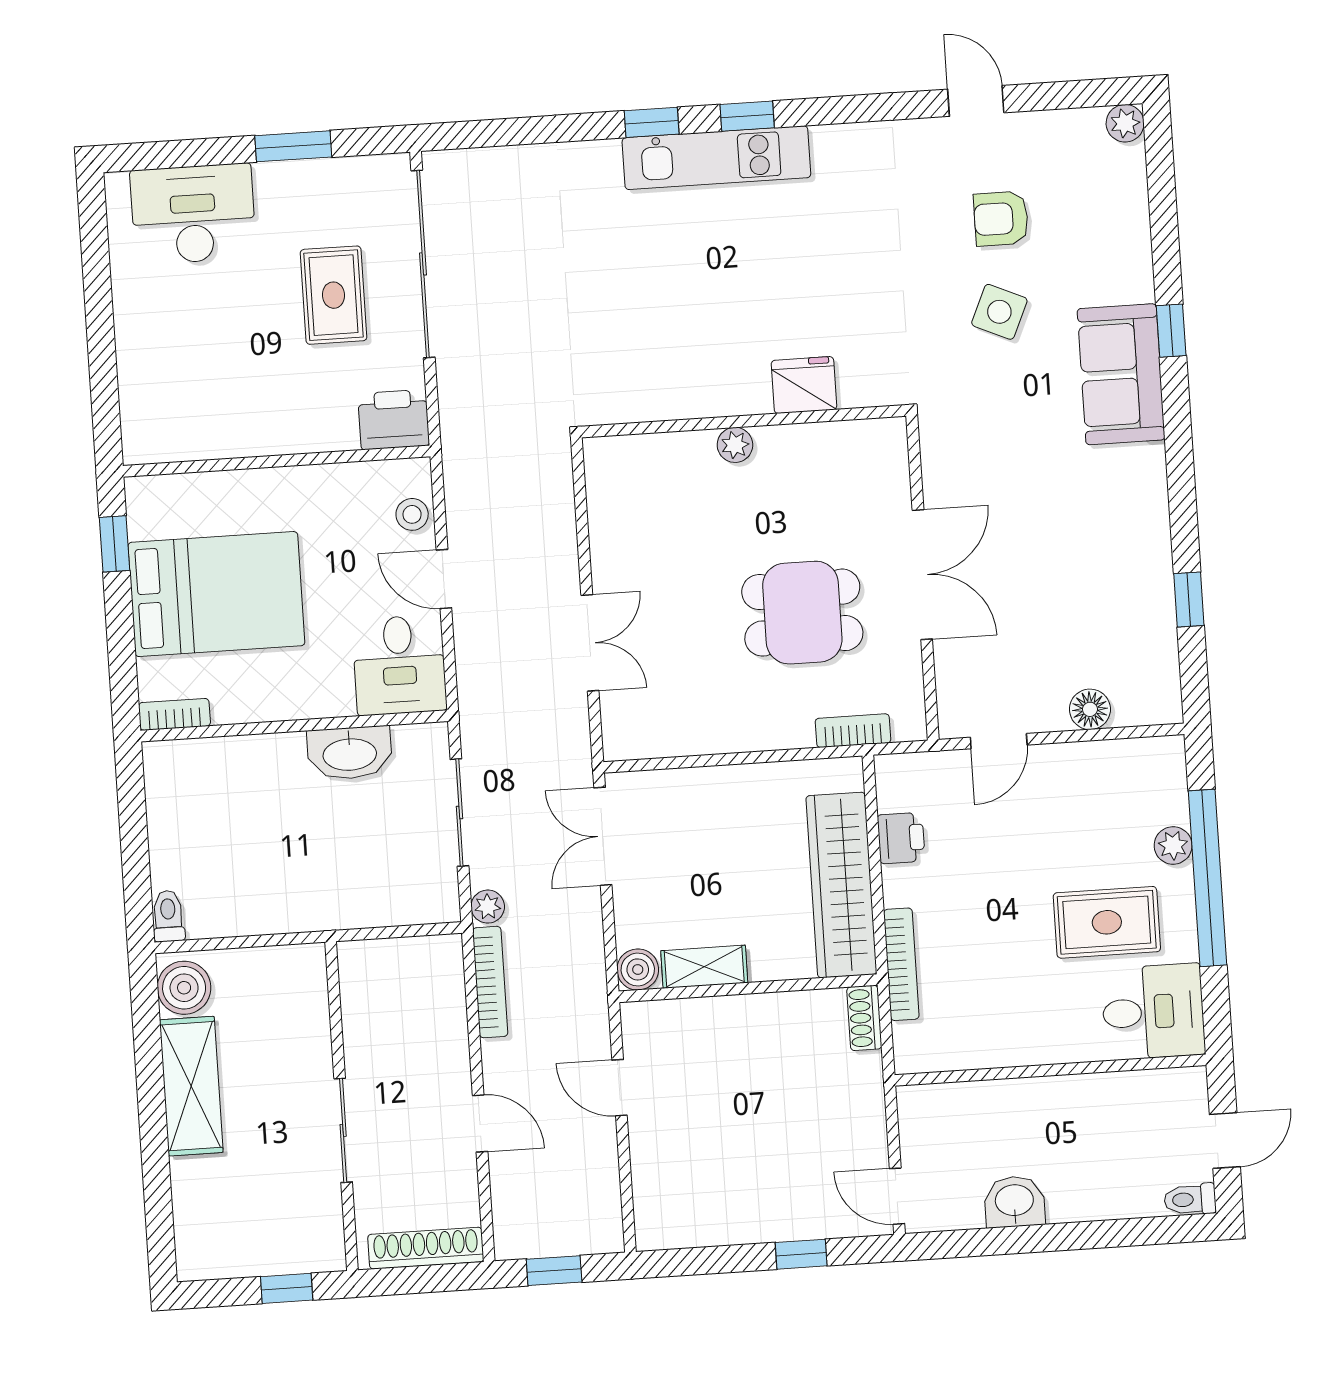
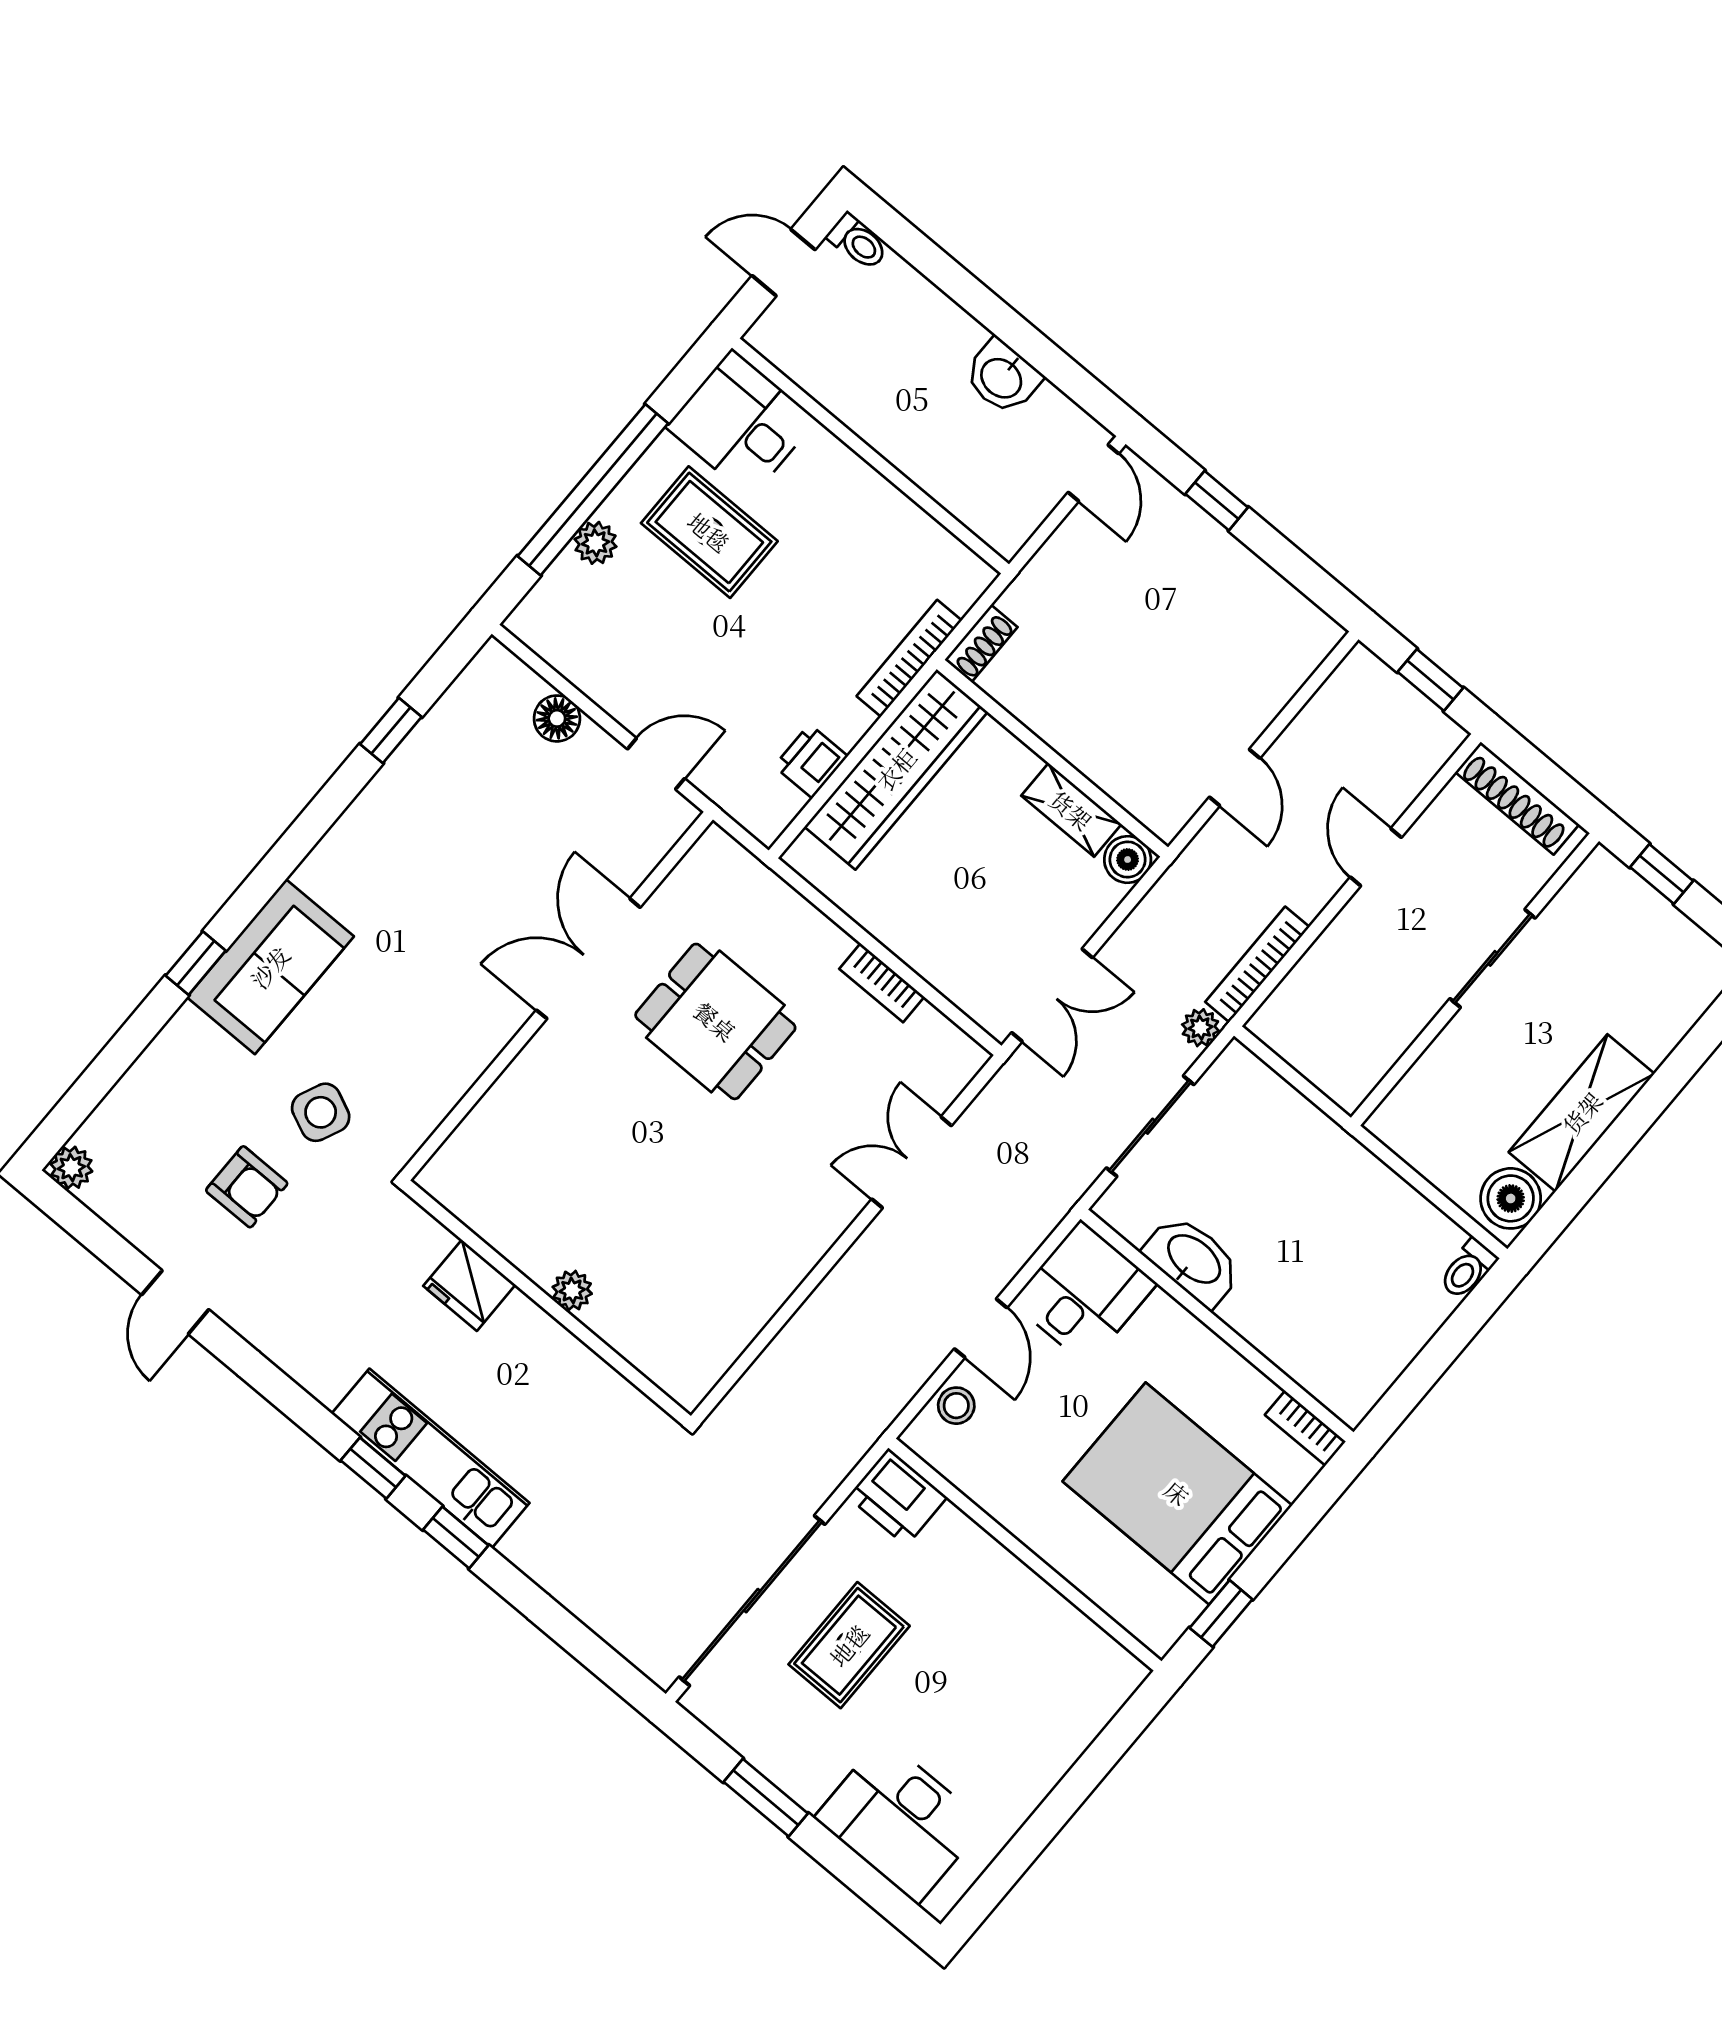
fridge: (804, 385) -> (469, 1285), moved
wall: (744, 421) -> (547, 1303), moved
plant: (735, 445) -> (572, 1290), moved
bookcase: (853, 731) -> (882, 983), moved

